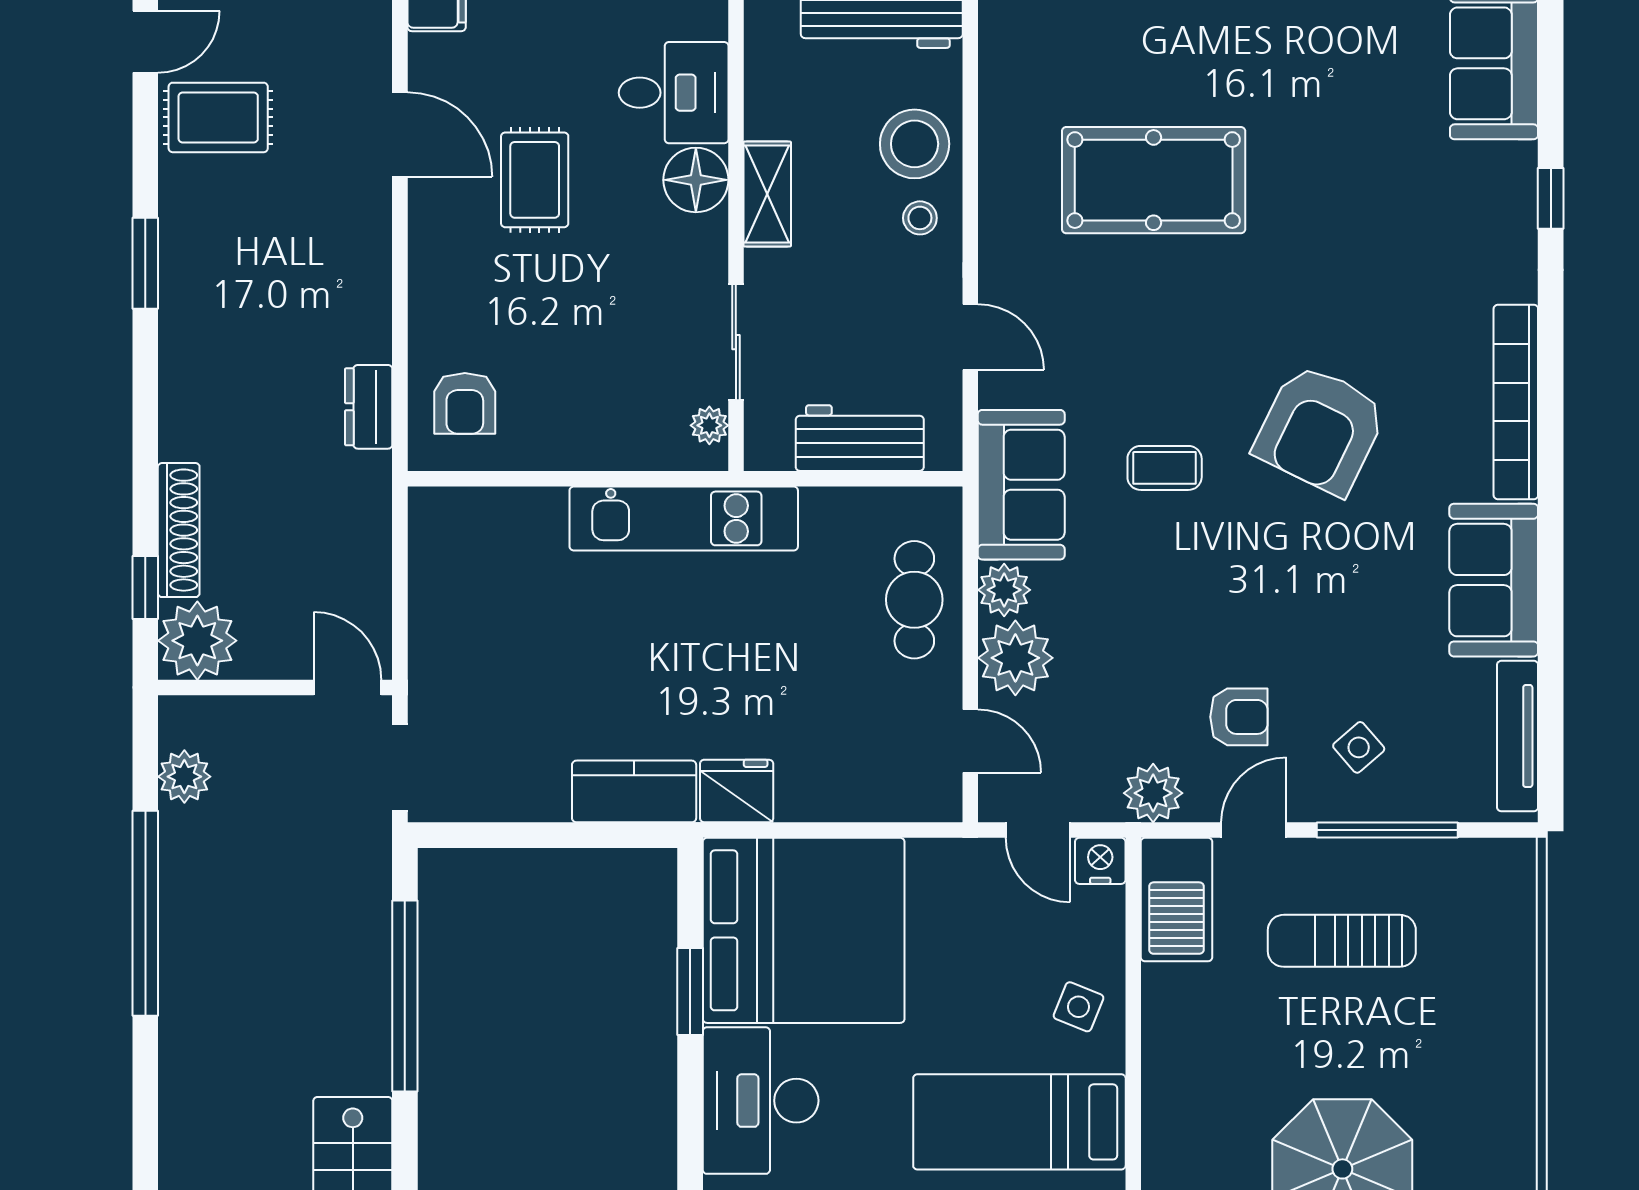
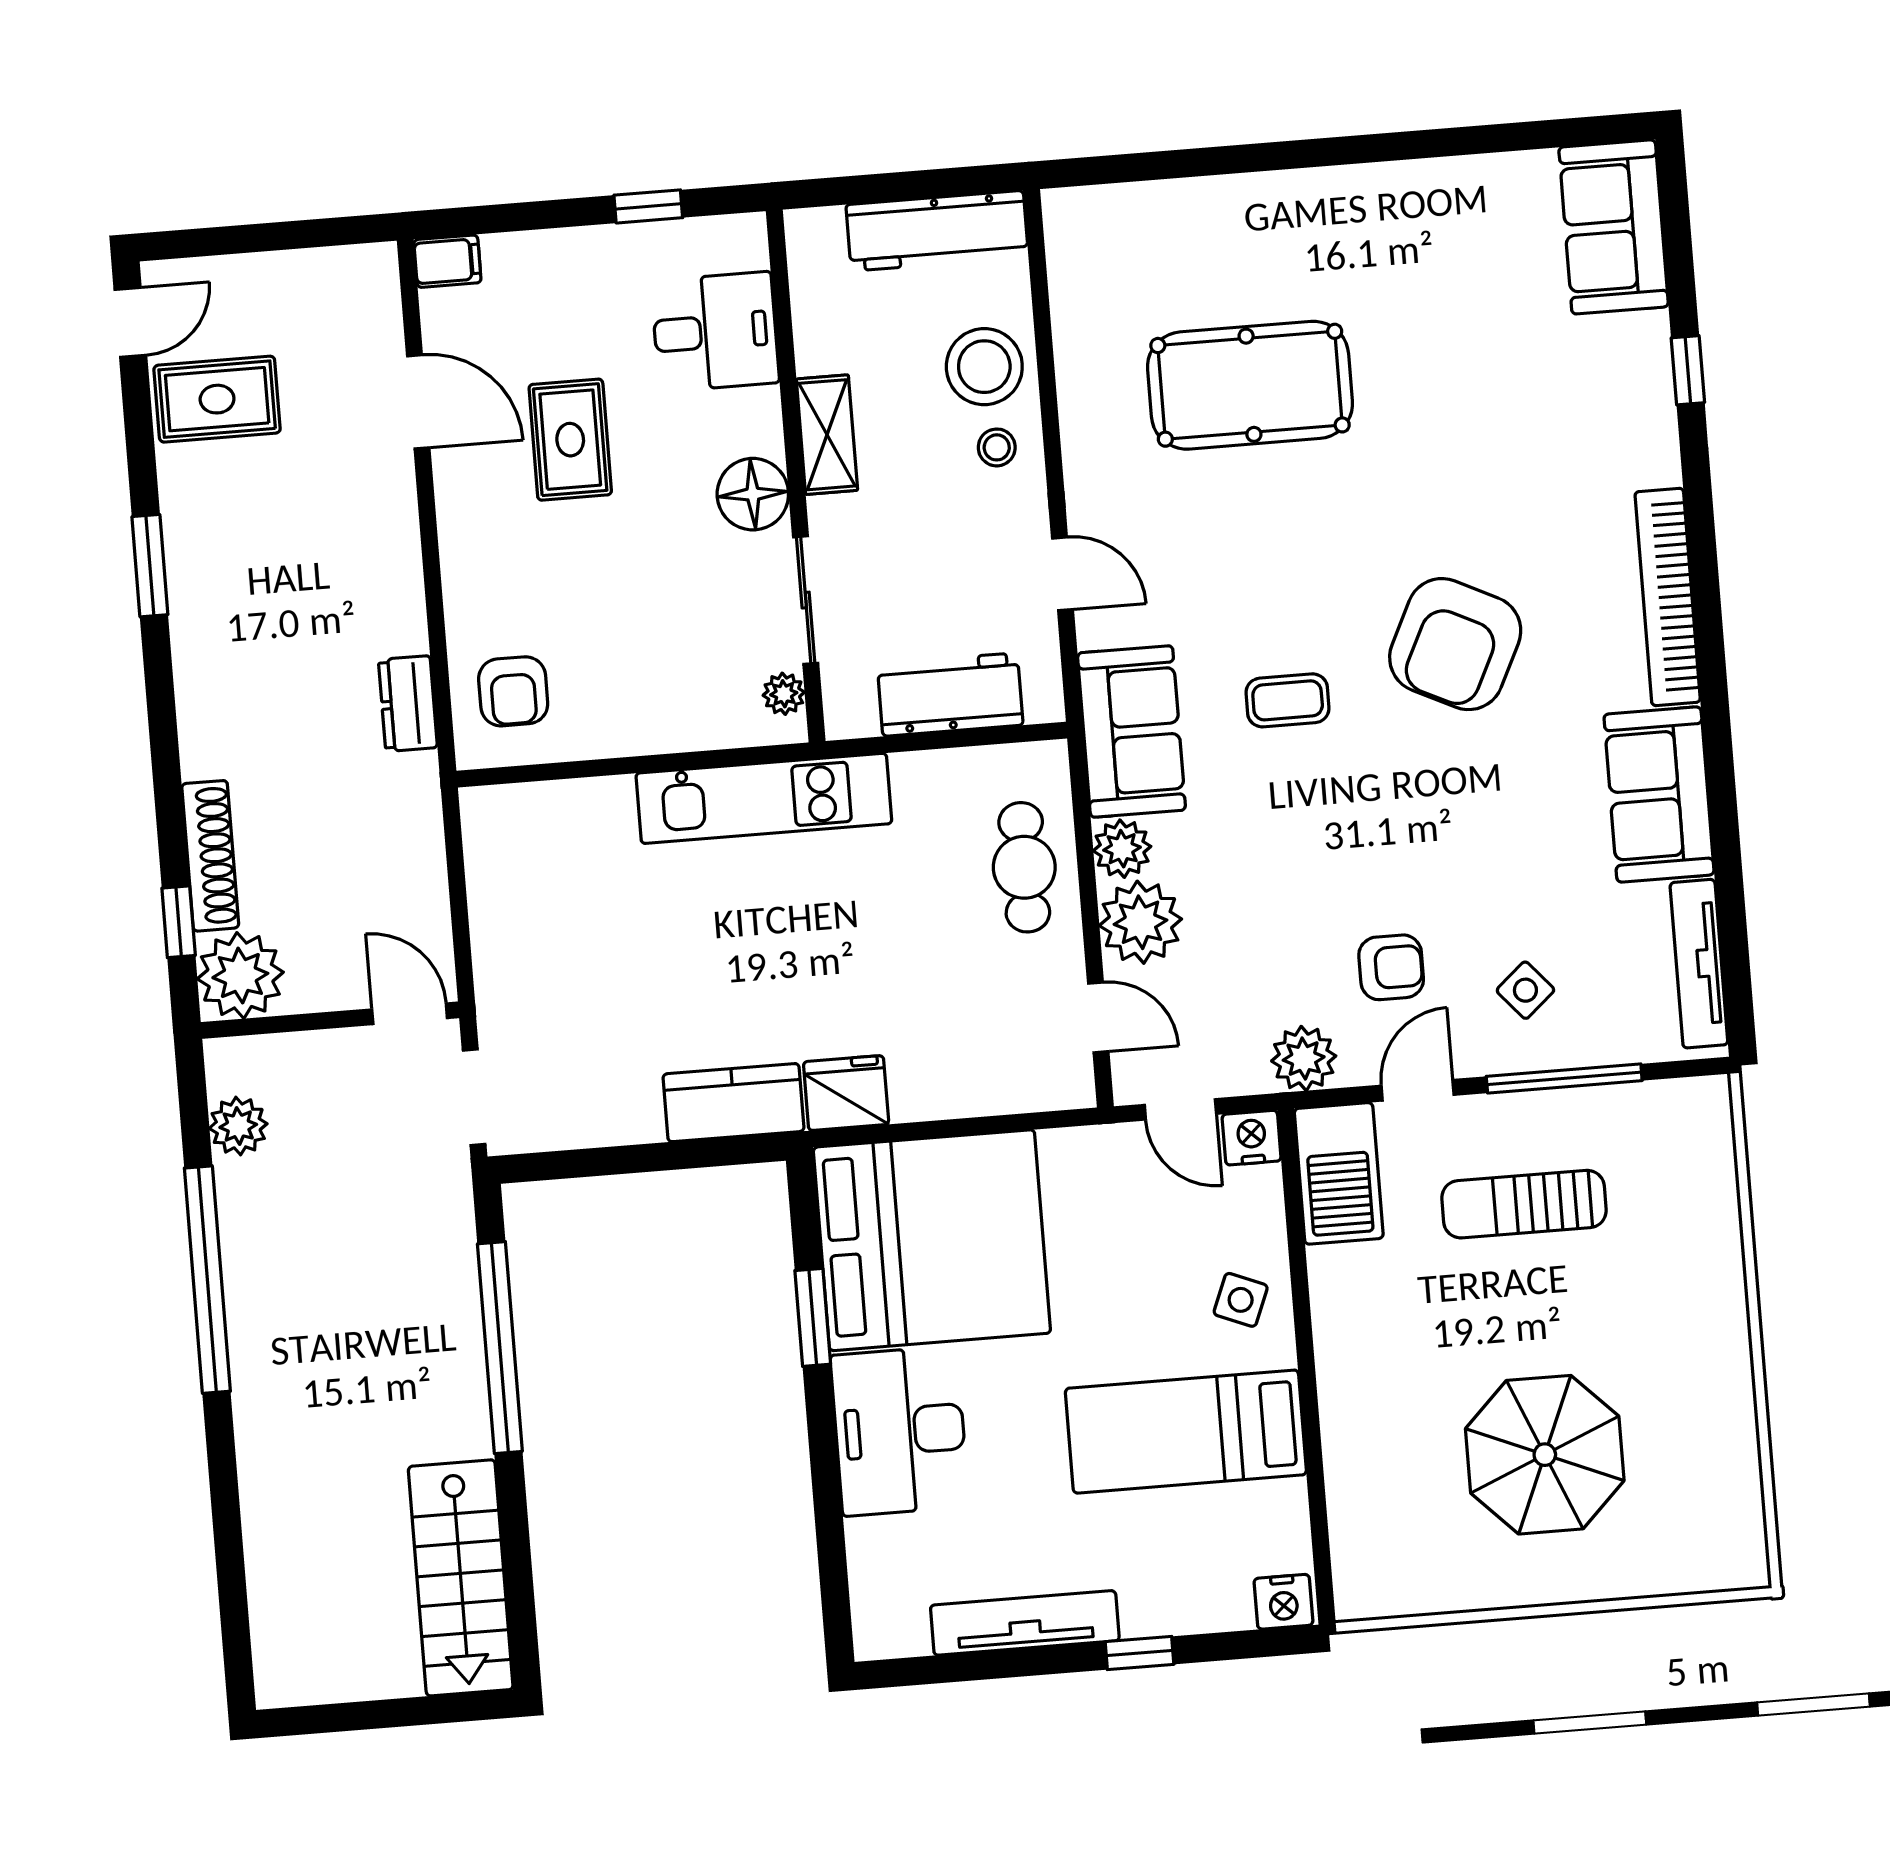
floor lamp: (696, 180) -> (753, 494), moved

